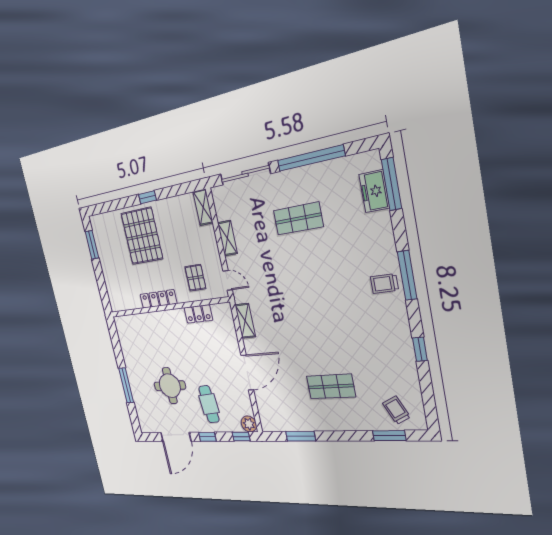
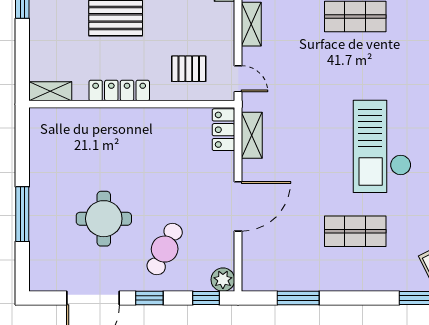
pallet: (195, 278) -> (189, 69), turned 90
shelving: (121, 305) -> (50, 91), added
locker: (198, 314) -> (223, 130), moved, turned 90
checkout: (338, 320) -> (382, 146), added
cafe table: (209, 404) -> (165, 249), turned 31

